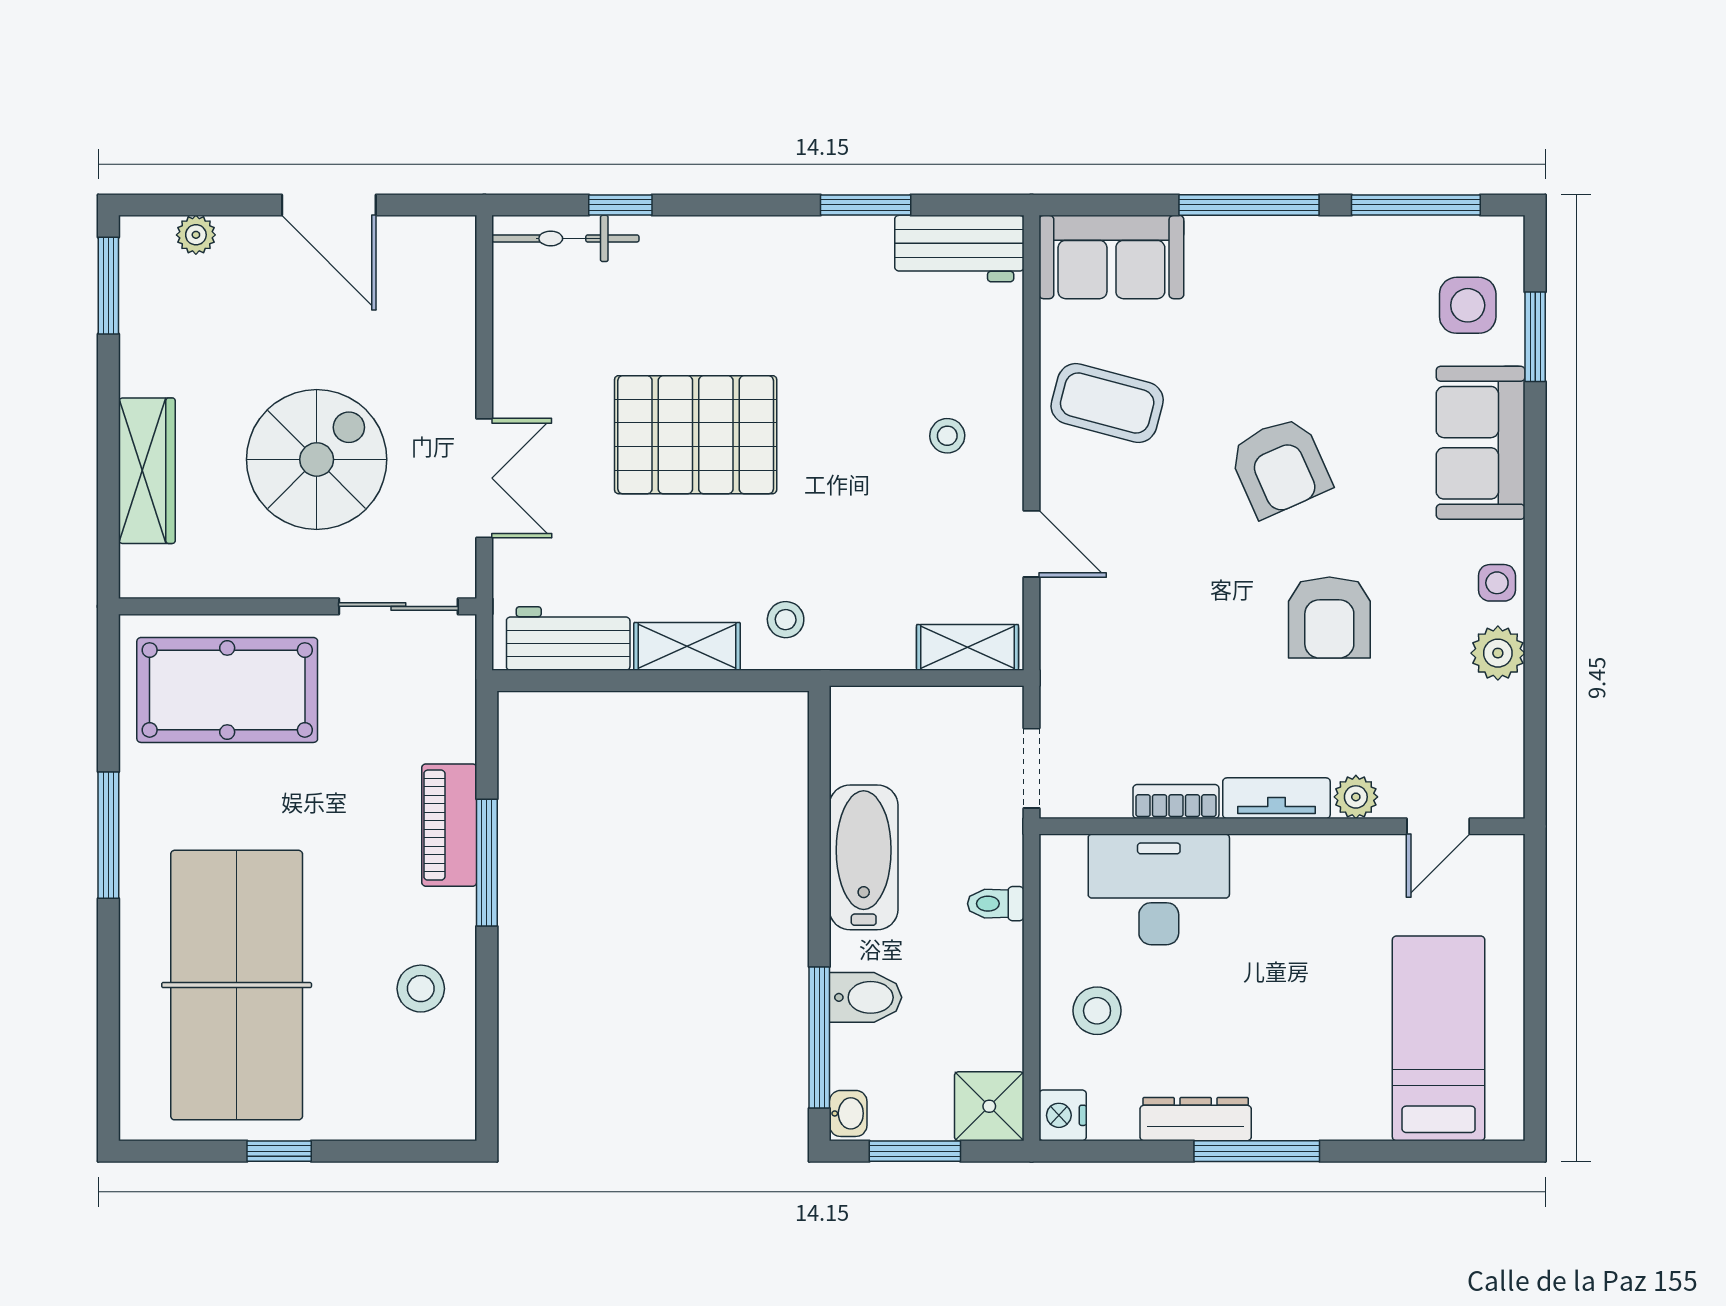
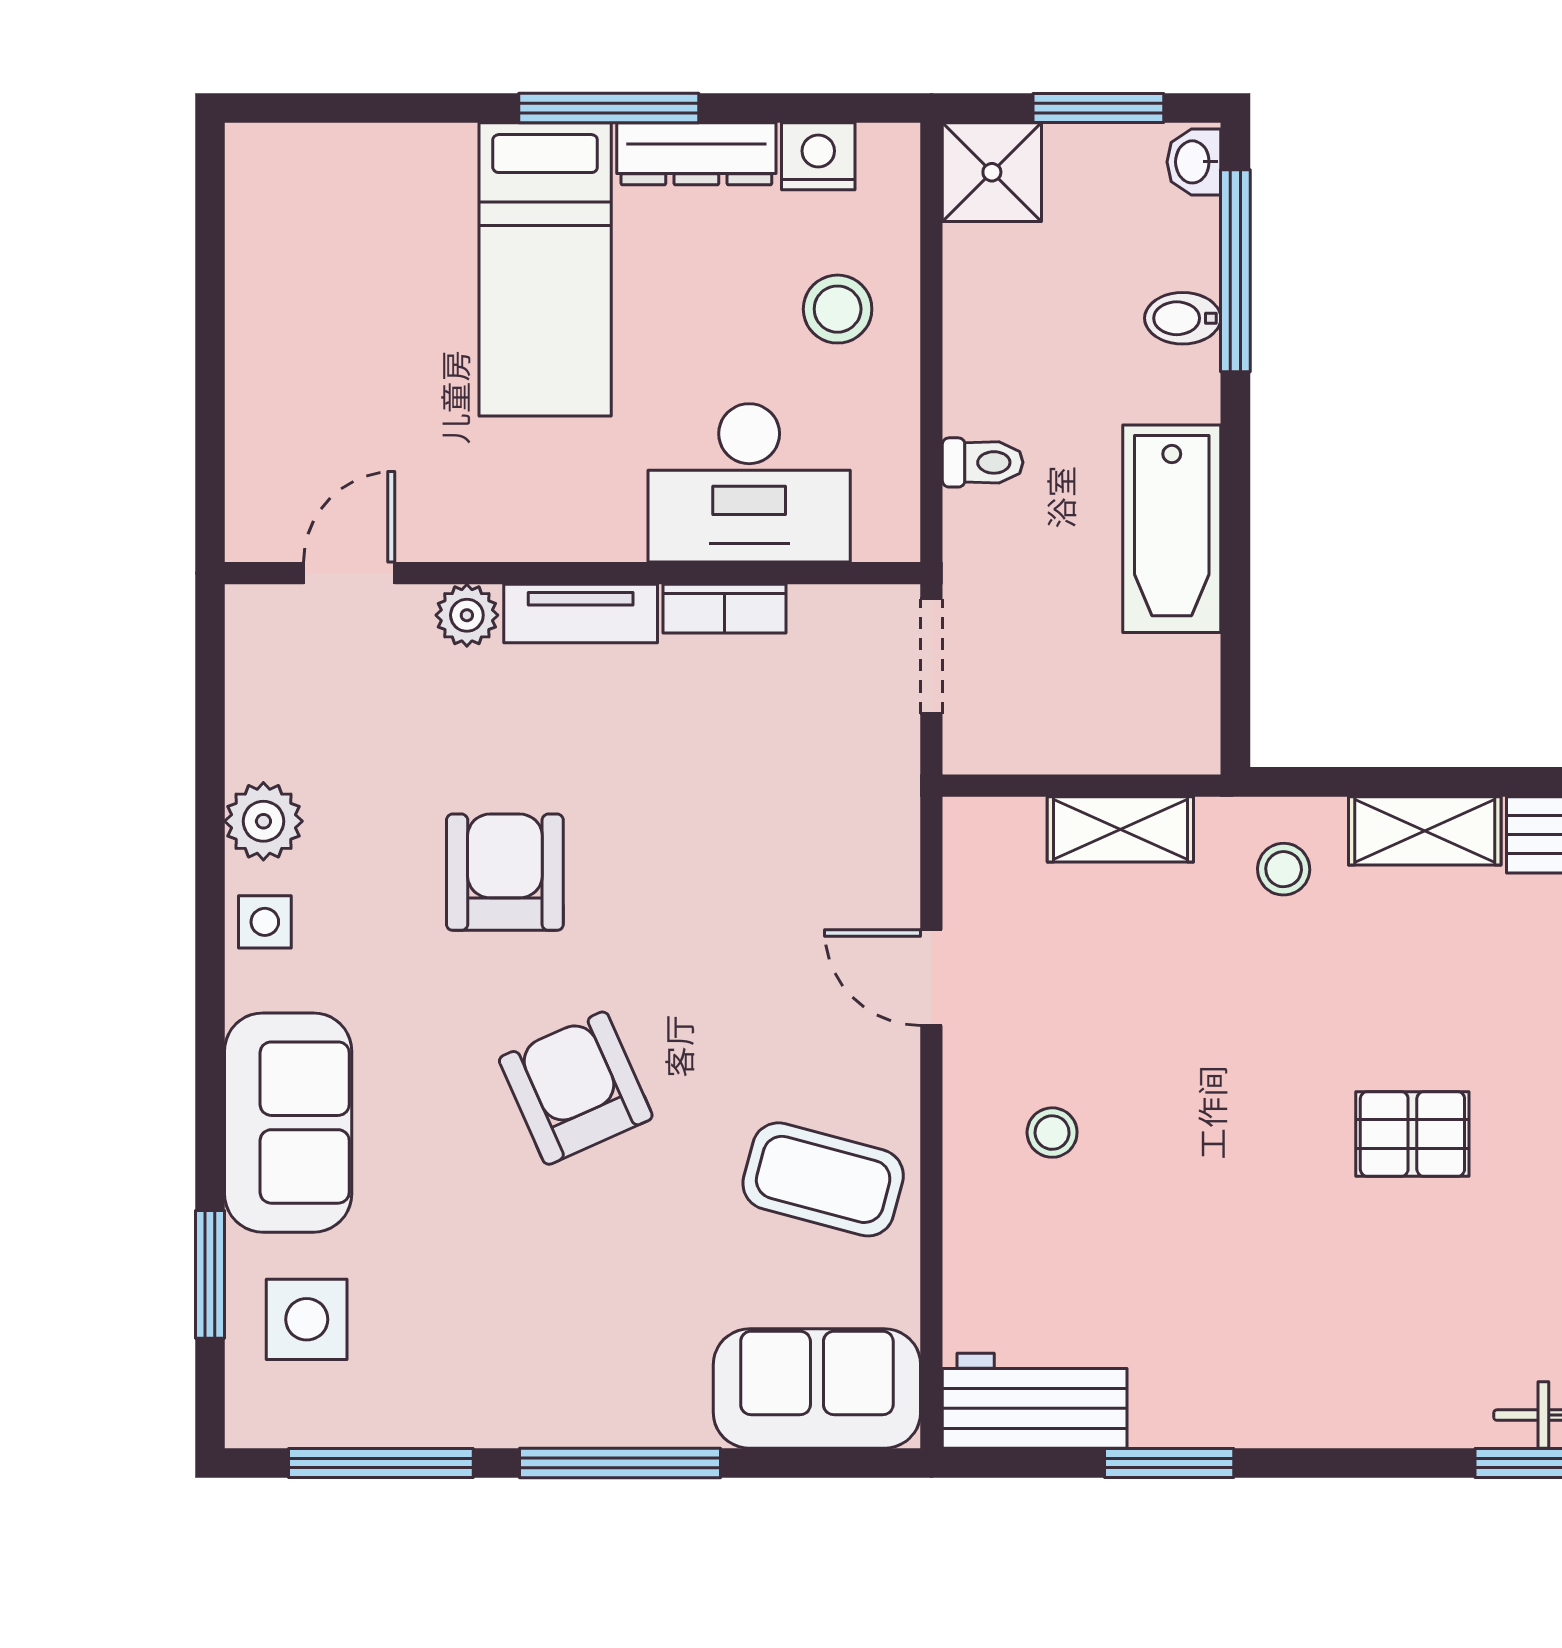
pallet: (696, 435) -> (1412, 1134), width x0.49, depth x0.50
shelving: (967, 647) -> (1120, 829), moved
bidet: (866, 997) -> (1183, 318), width x0.72, depth x0.74
bed: (1439, 1038) -> (545, 269), moved
nightstand: (1063, 1115) -> (818, 156), moved, turned -90

